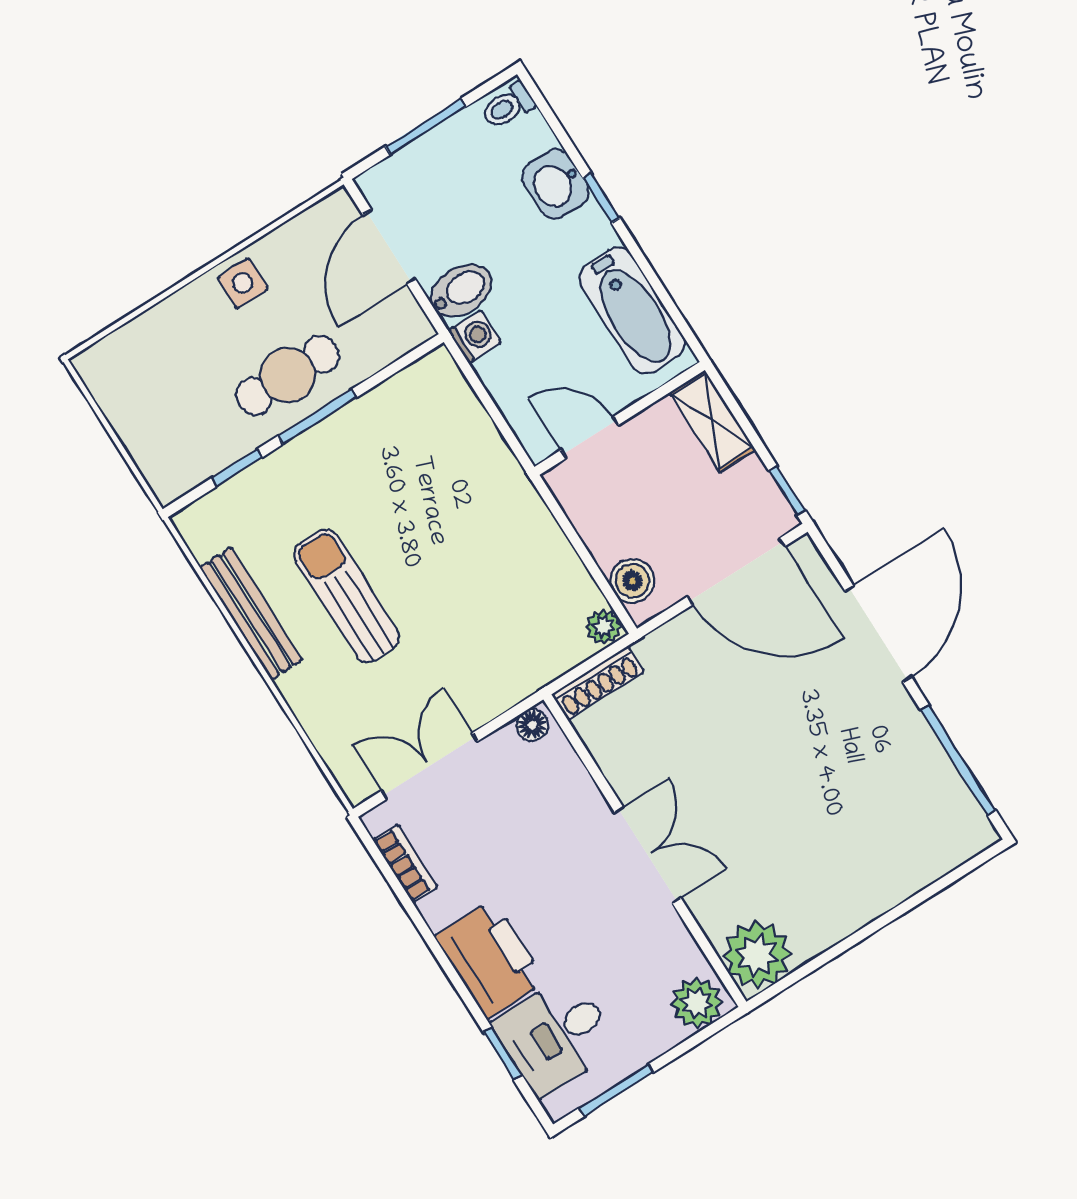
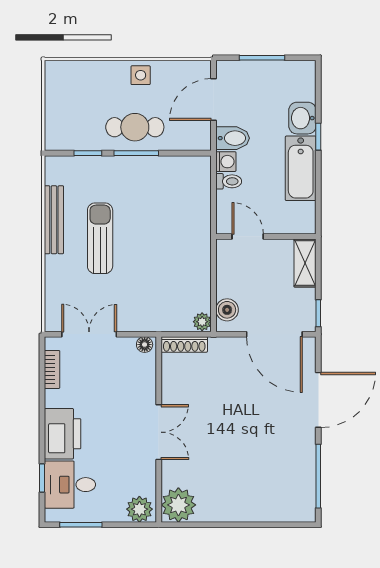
toilet: (508, 106) -> (229, 181), moved, turned 180
bathtub: (632, 311) -> (301, 168), moved

